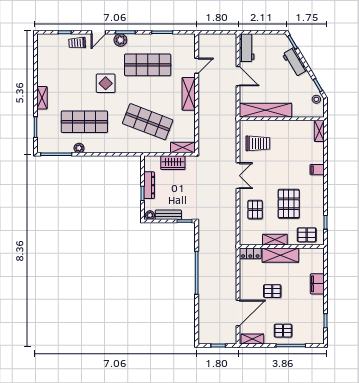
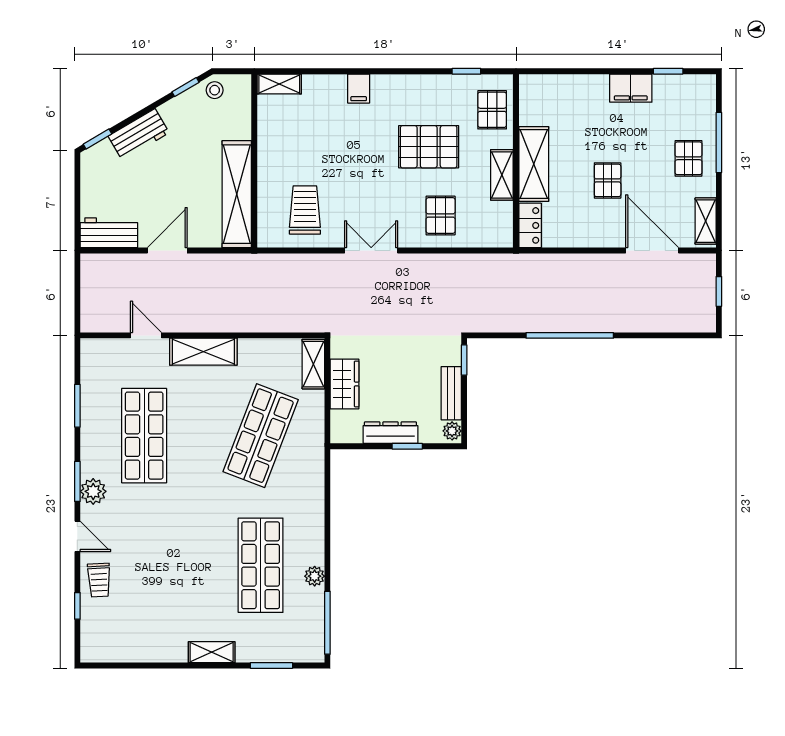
display table: (106, 83) -> (182, 522), removed
pallet: (255, 210) -> (441, 216), turned 90
filing cabinet: (317, 284) -> (631, 88), moved

